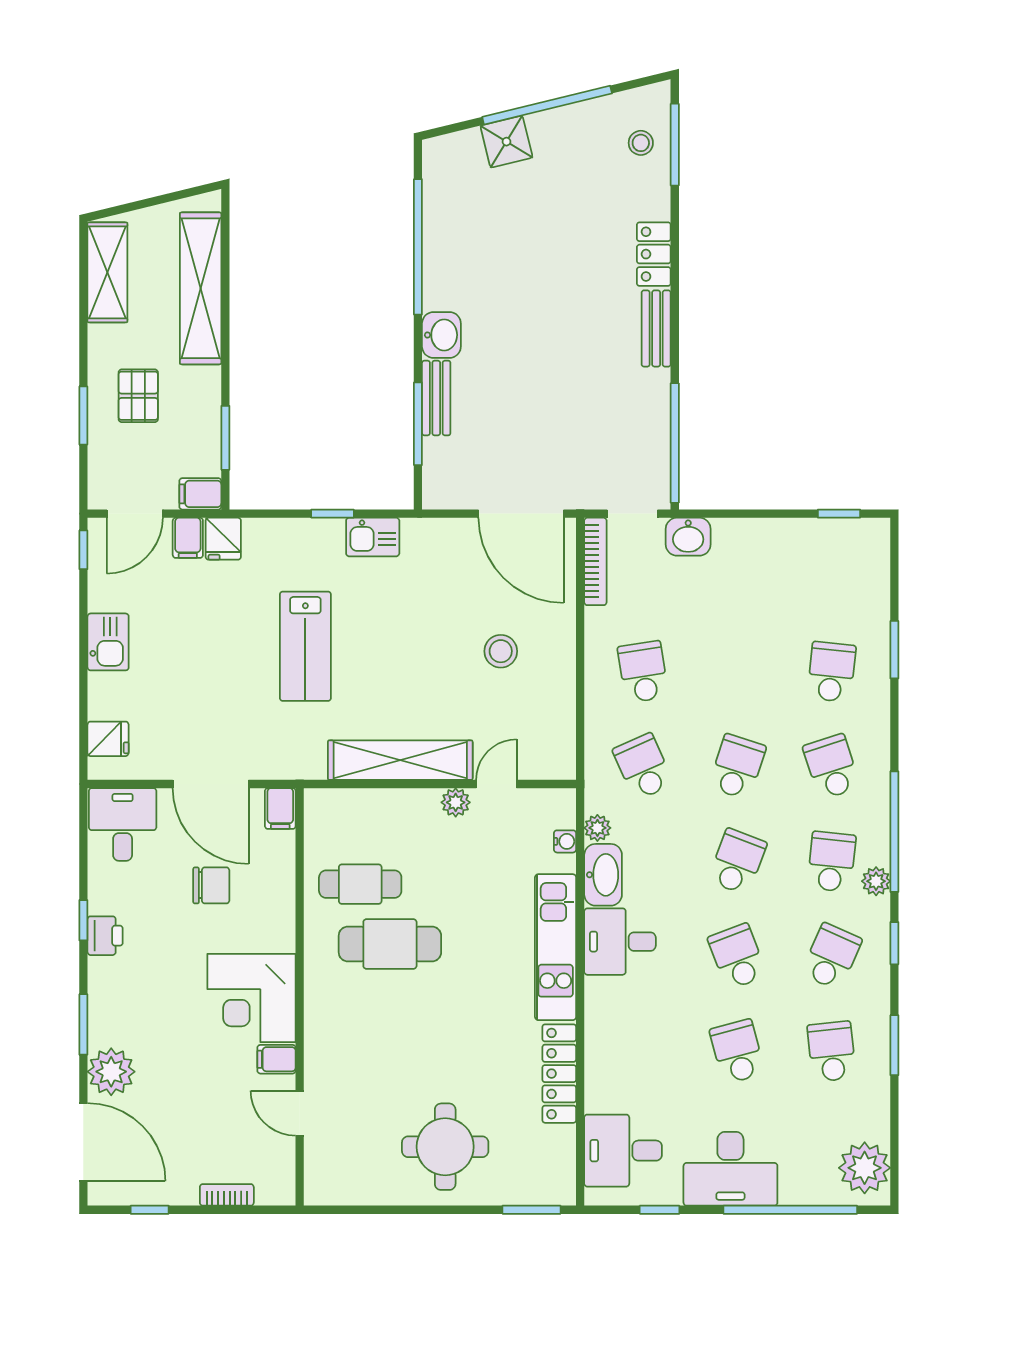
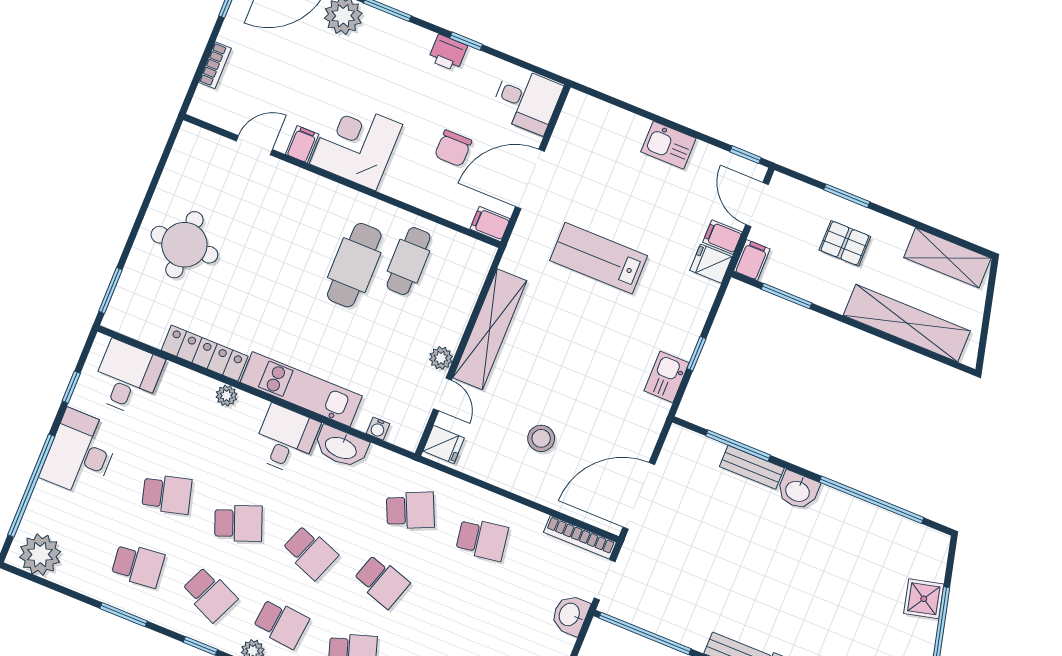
lab bench: (305, 646) -> (599, 258), moved
fridge: (108, 739) -> (444, 445), moved, turned -90
plant: (597, 828) -> (226, 396), moved

